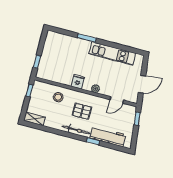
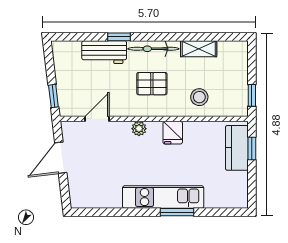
kitchen unit: (112, 53) -> (163, 197), moved
kitchen counter: (45, 64) -> (237, 148), added
shelving: (35, 119) -> (199, 49), moved
workbench: (108, 136) -> (104, 52), width x0.73

